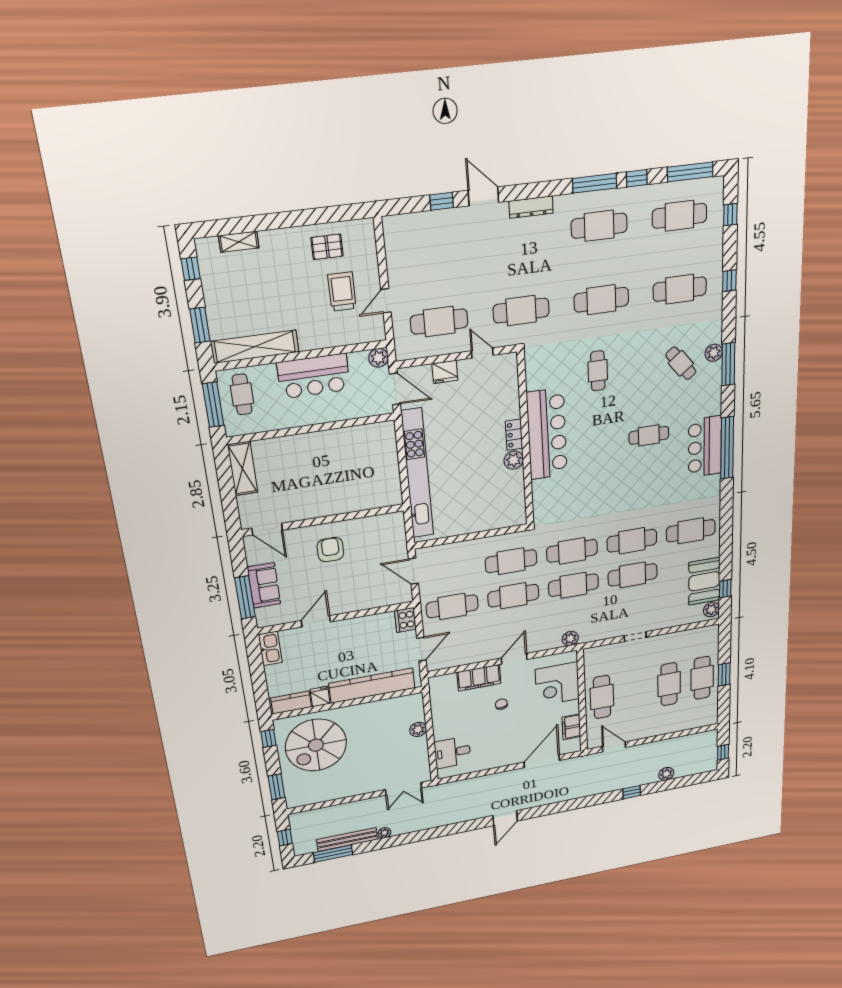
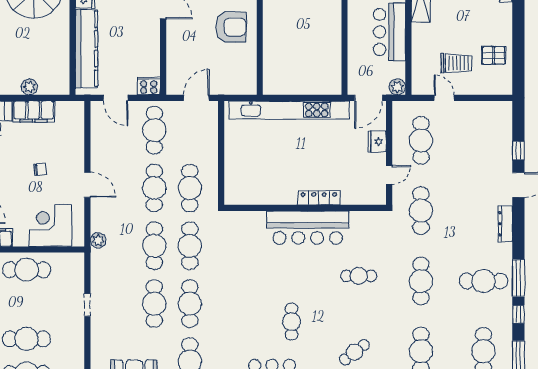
cafe table: (599, 226) -> (483, 281), turned 90
pallet: (327, 247) -> (494, 55), turned 90
locker: (514, 435) -> (319, 198), width x1.53
plant: (514, 460) -> (288, 196), removed
armchair: (330, 550) -> (231, 27), width x1.36, depth x1.36
filing cabinet: (479, 678) -> (34, 112), moved, turned -90

